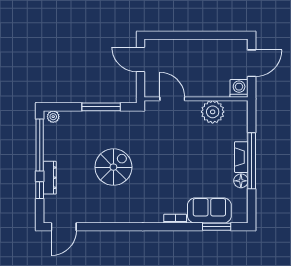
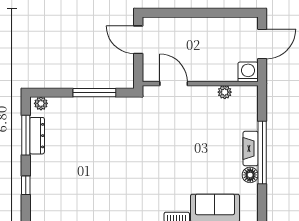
plant: (213, 112) -> (225, 92), width x0.53, depth x0.53
window: (40, 145) -> (26, 135), width x0.68
spiral stairs: (113, 167) -> (108, 160), removed
dresser: (50, 178) -> (37, 136), moved

